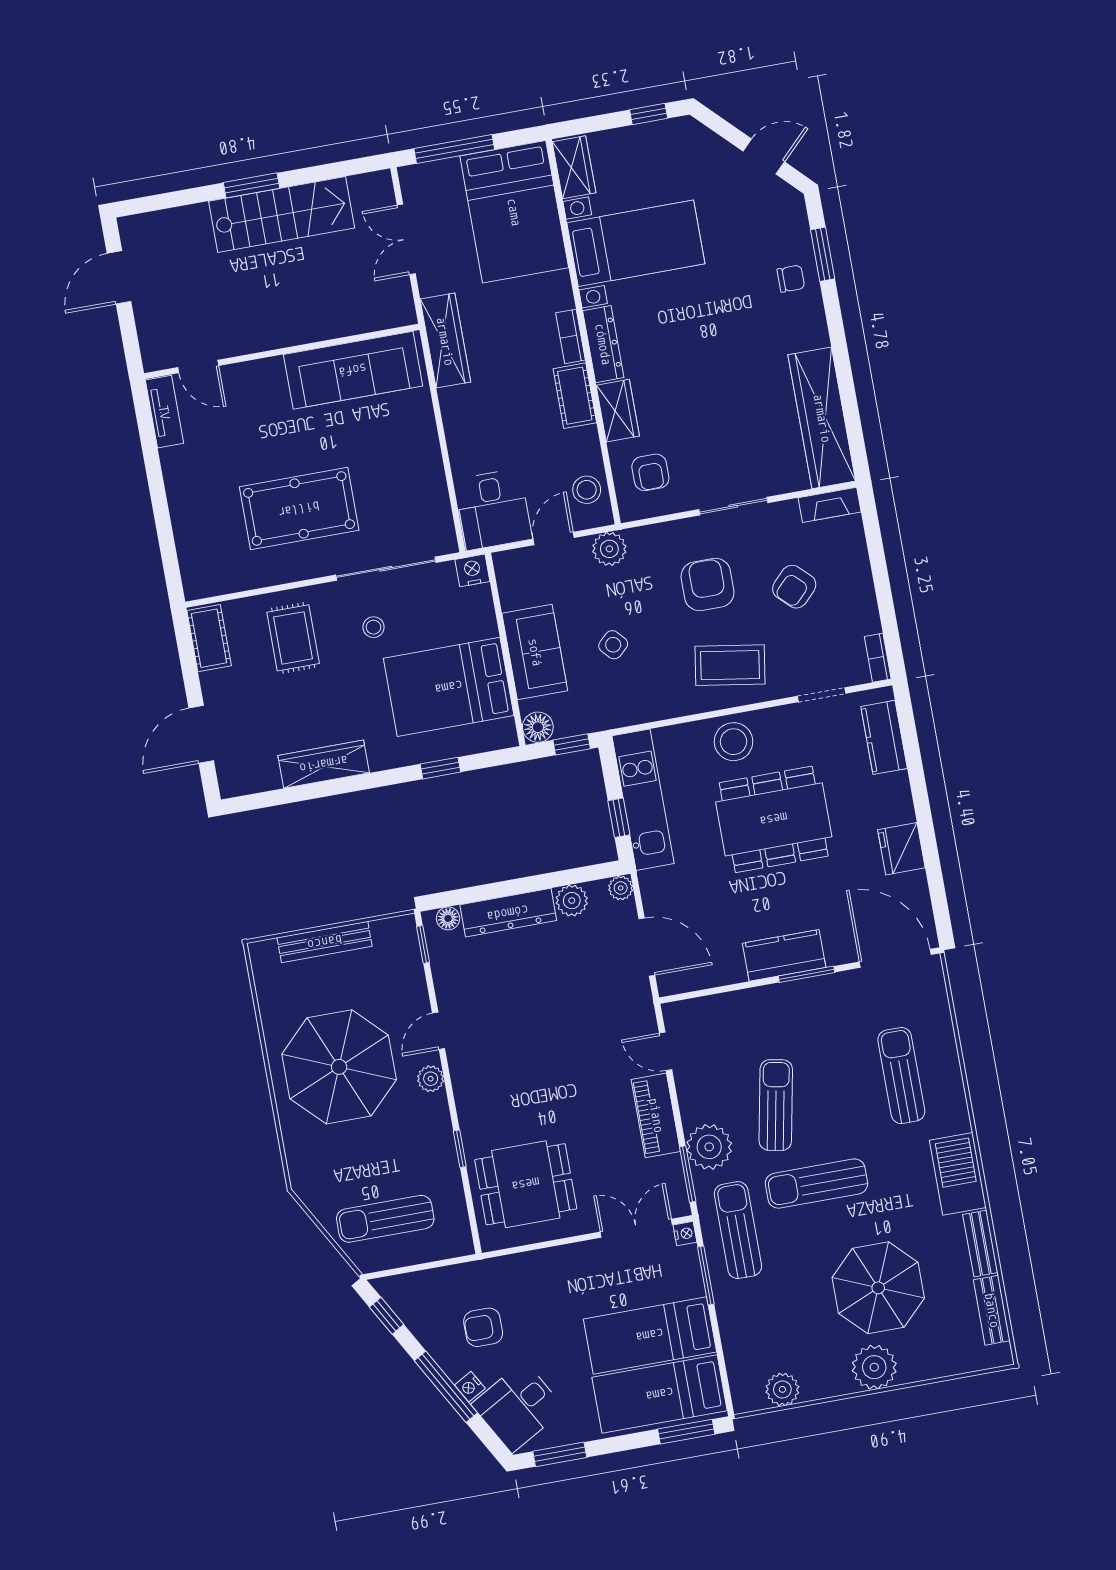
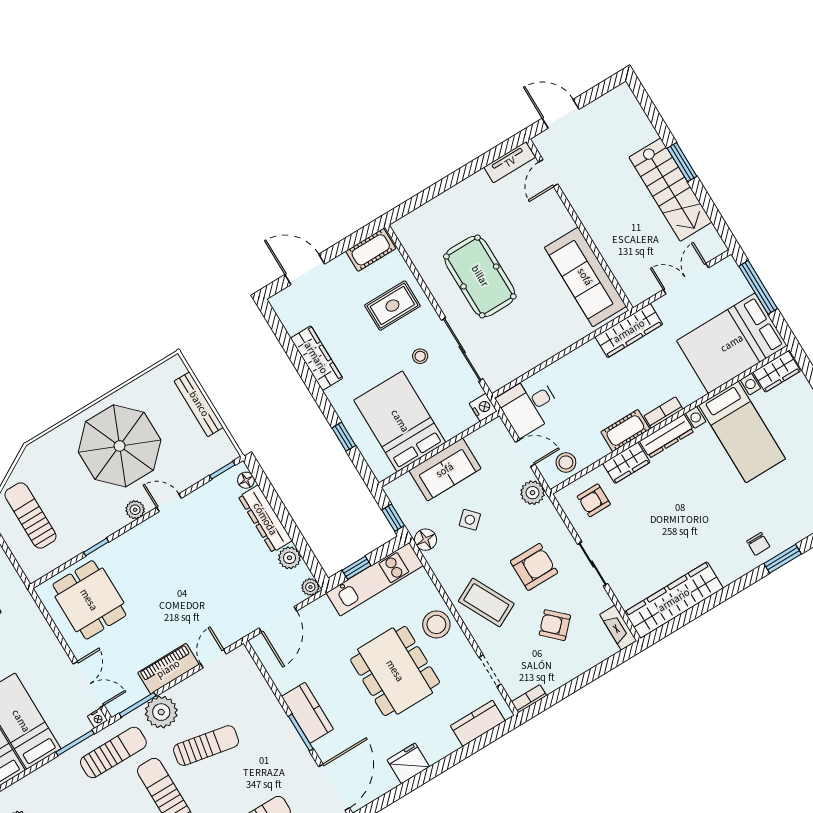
door: (119, 277) -> (561, 114), moved
coffee table: (730, 665) -> (486, 603), turned -36
floor lamp: (538, 727) -> (426, 540), moved

